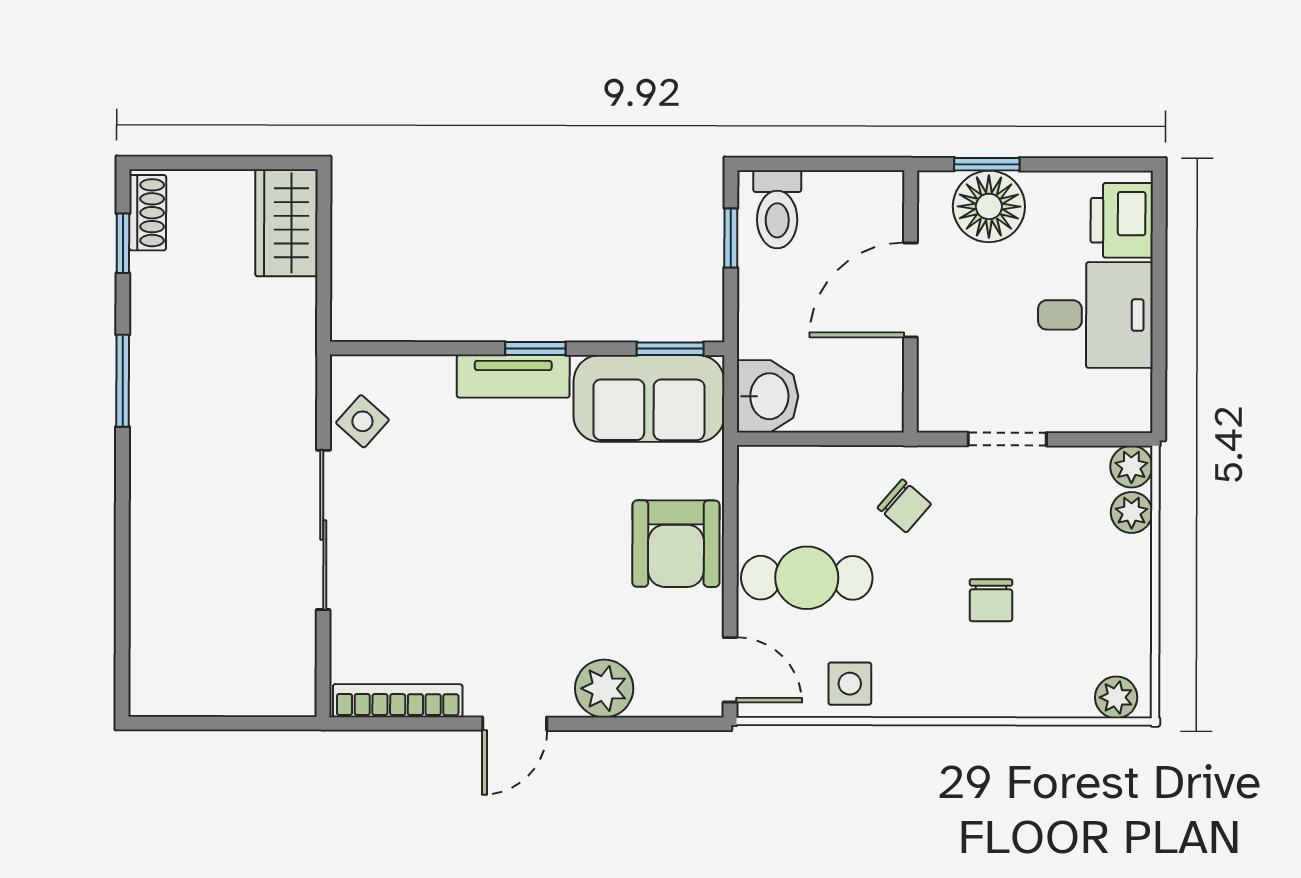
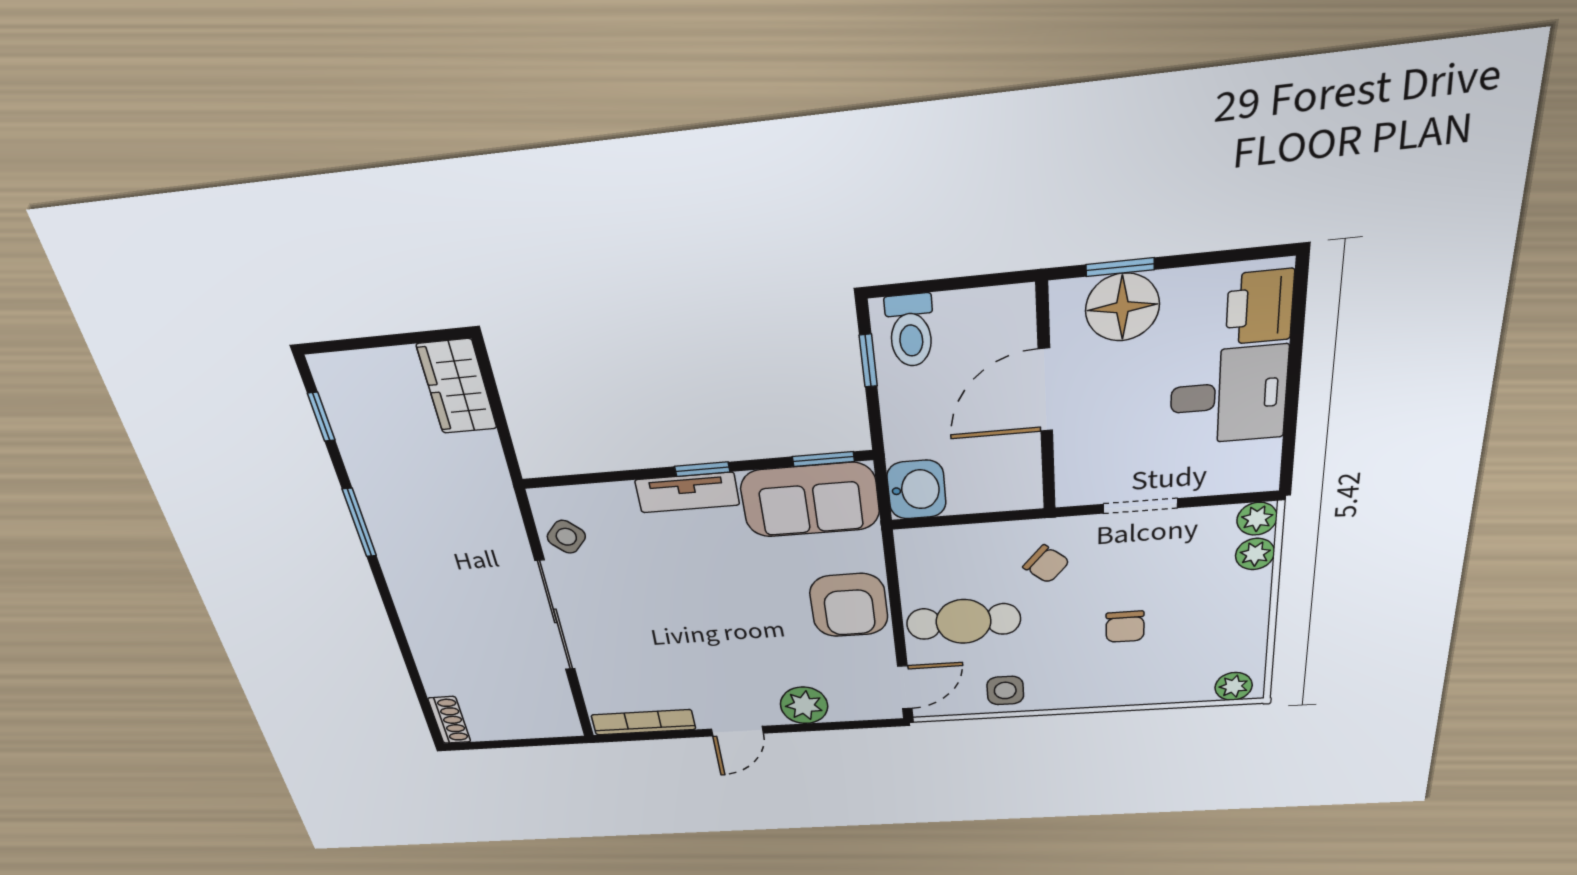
shoe rack: (148, 213) -> (449, 720), moved
door: (730, 670) -> (905, 687), hinge flipped

